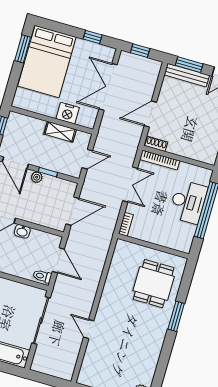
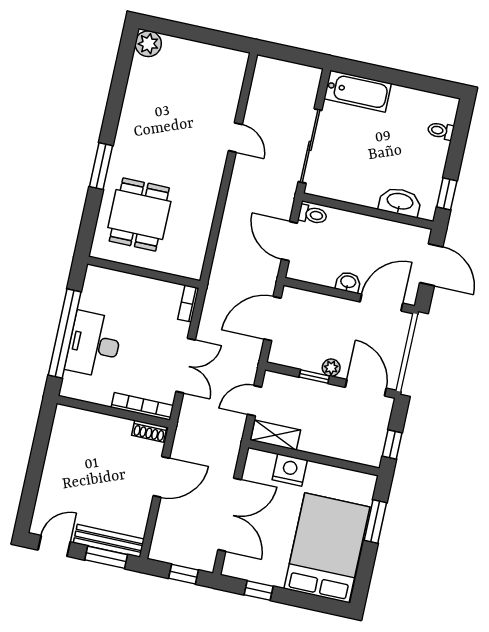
window: (23, 49) -> (375, 522), moved
shelving: (60, 132) -> (276, 435), moved
double door: (130, 184) -> (186, 366), swing flipped

